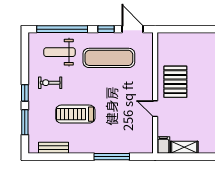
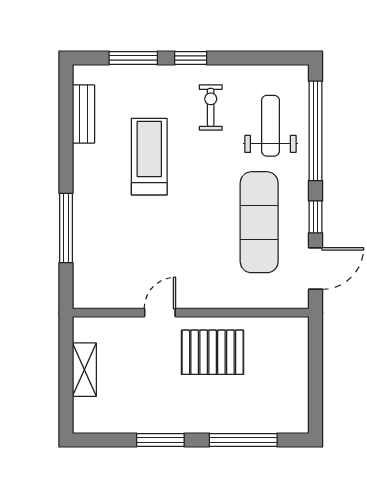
filing cabinet: (163, 145) -> (89, 329), removed

